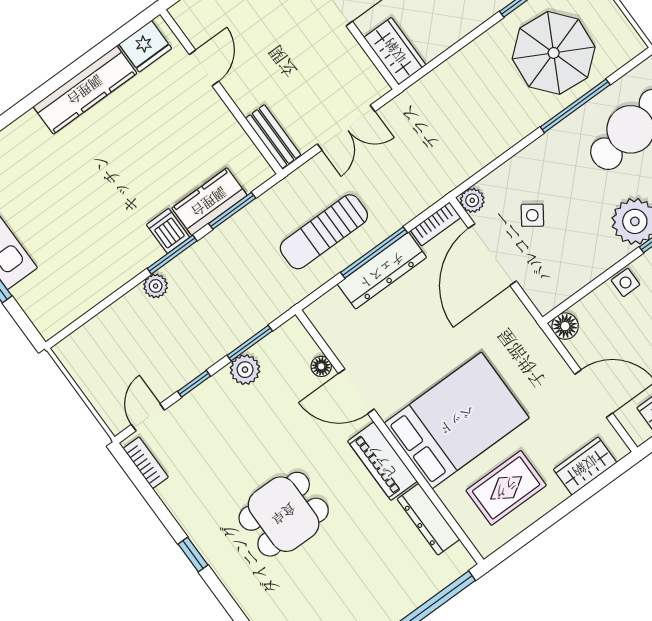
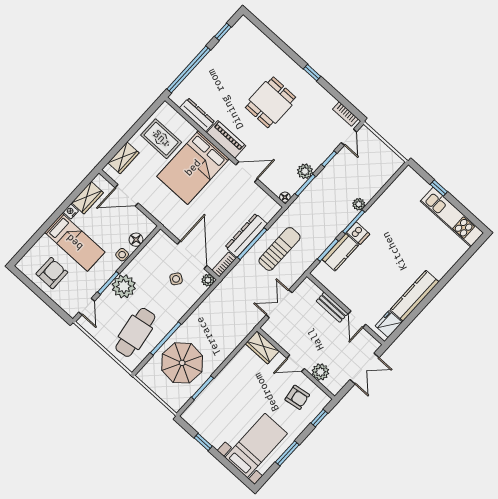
bench: (273, 137) -> (332, 307), moved
floor lamp: (565, 326) -> (136, 240), moved
floor lamp: (321, 366) -> (285, 197), moved
rug: (506, 488) -> (161, 139), turned 90

